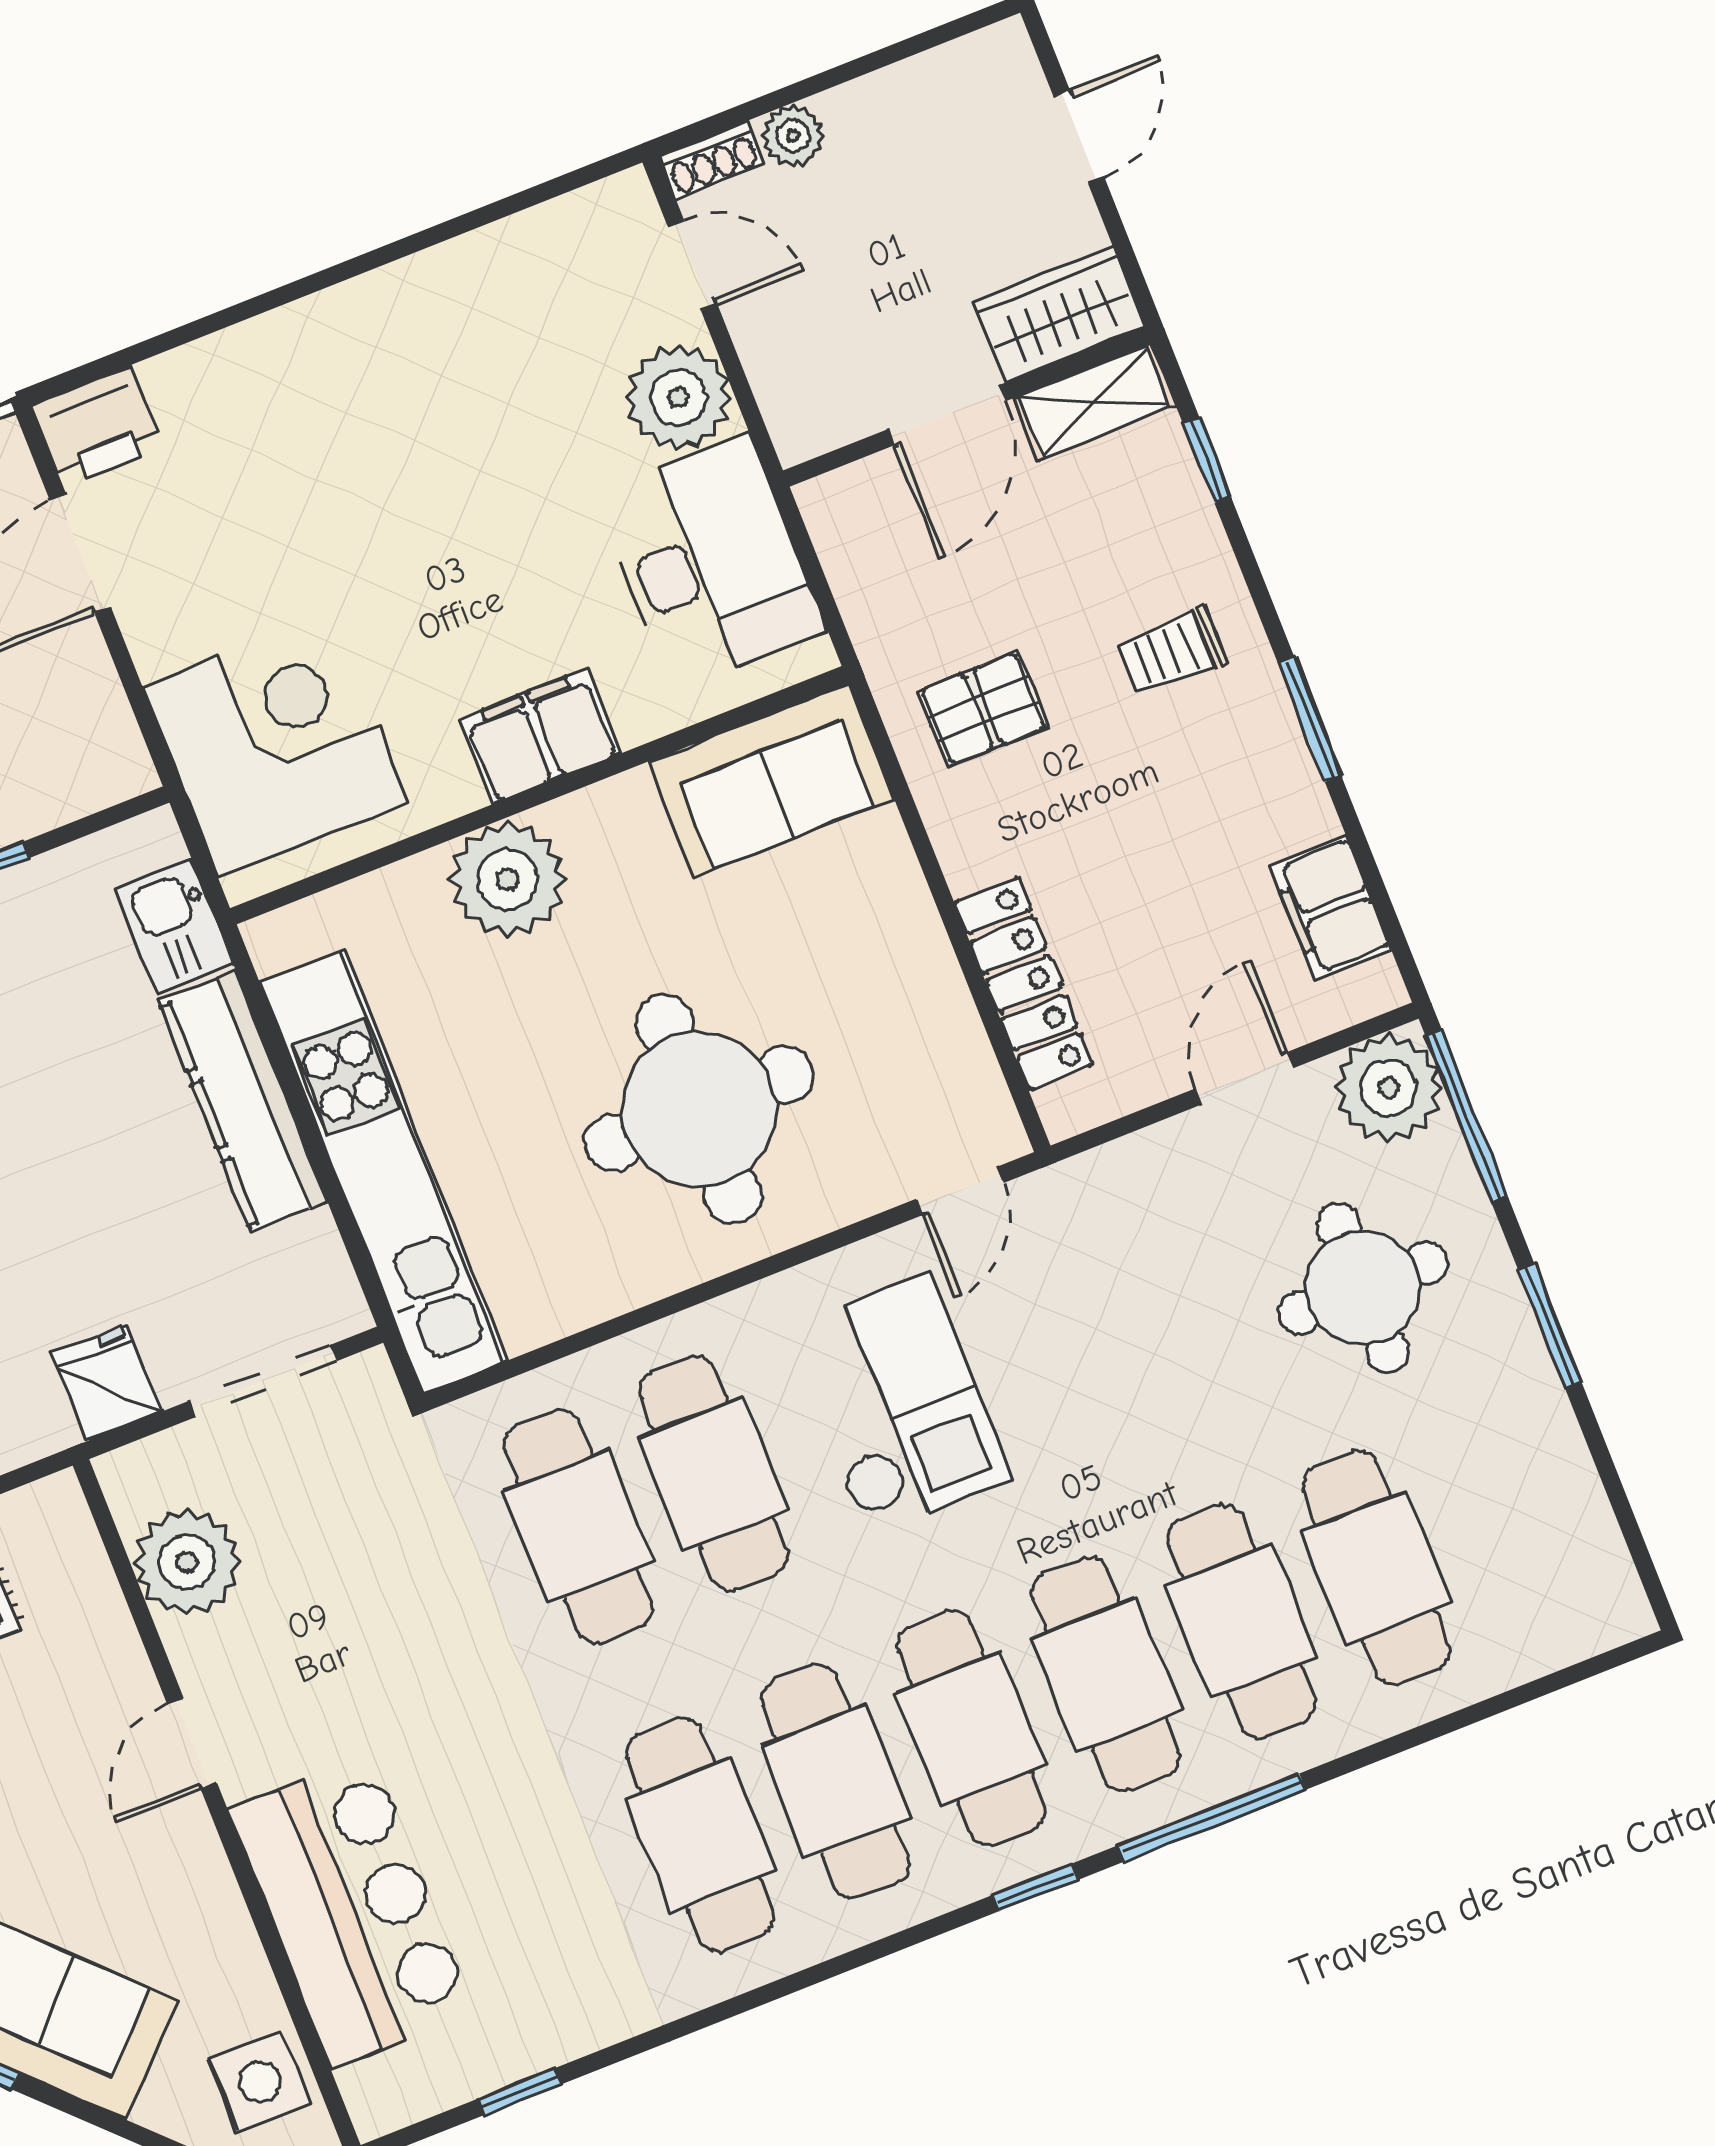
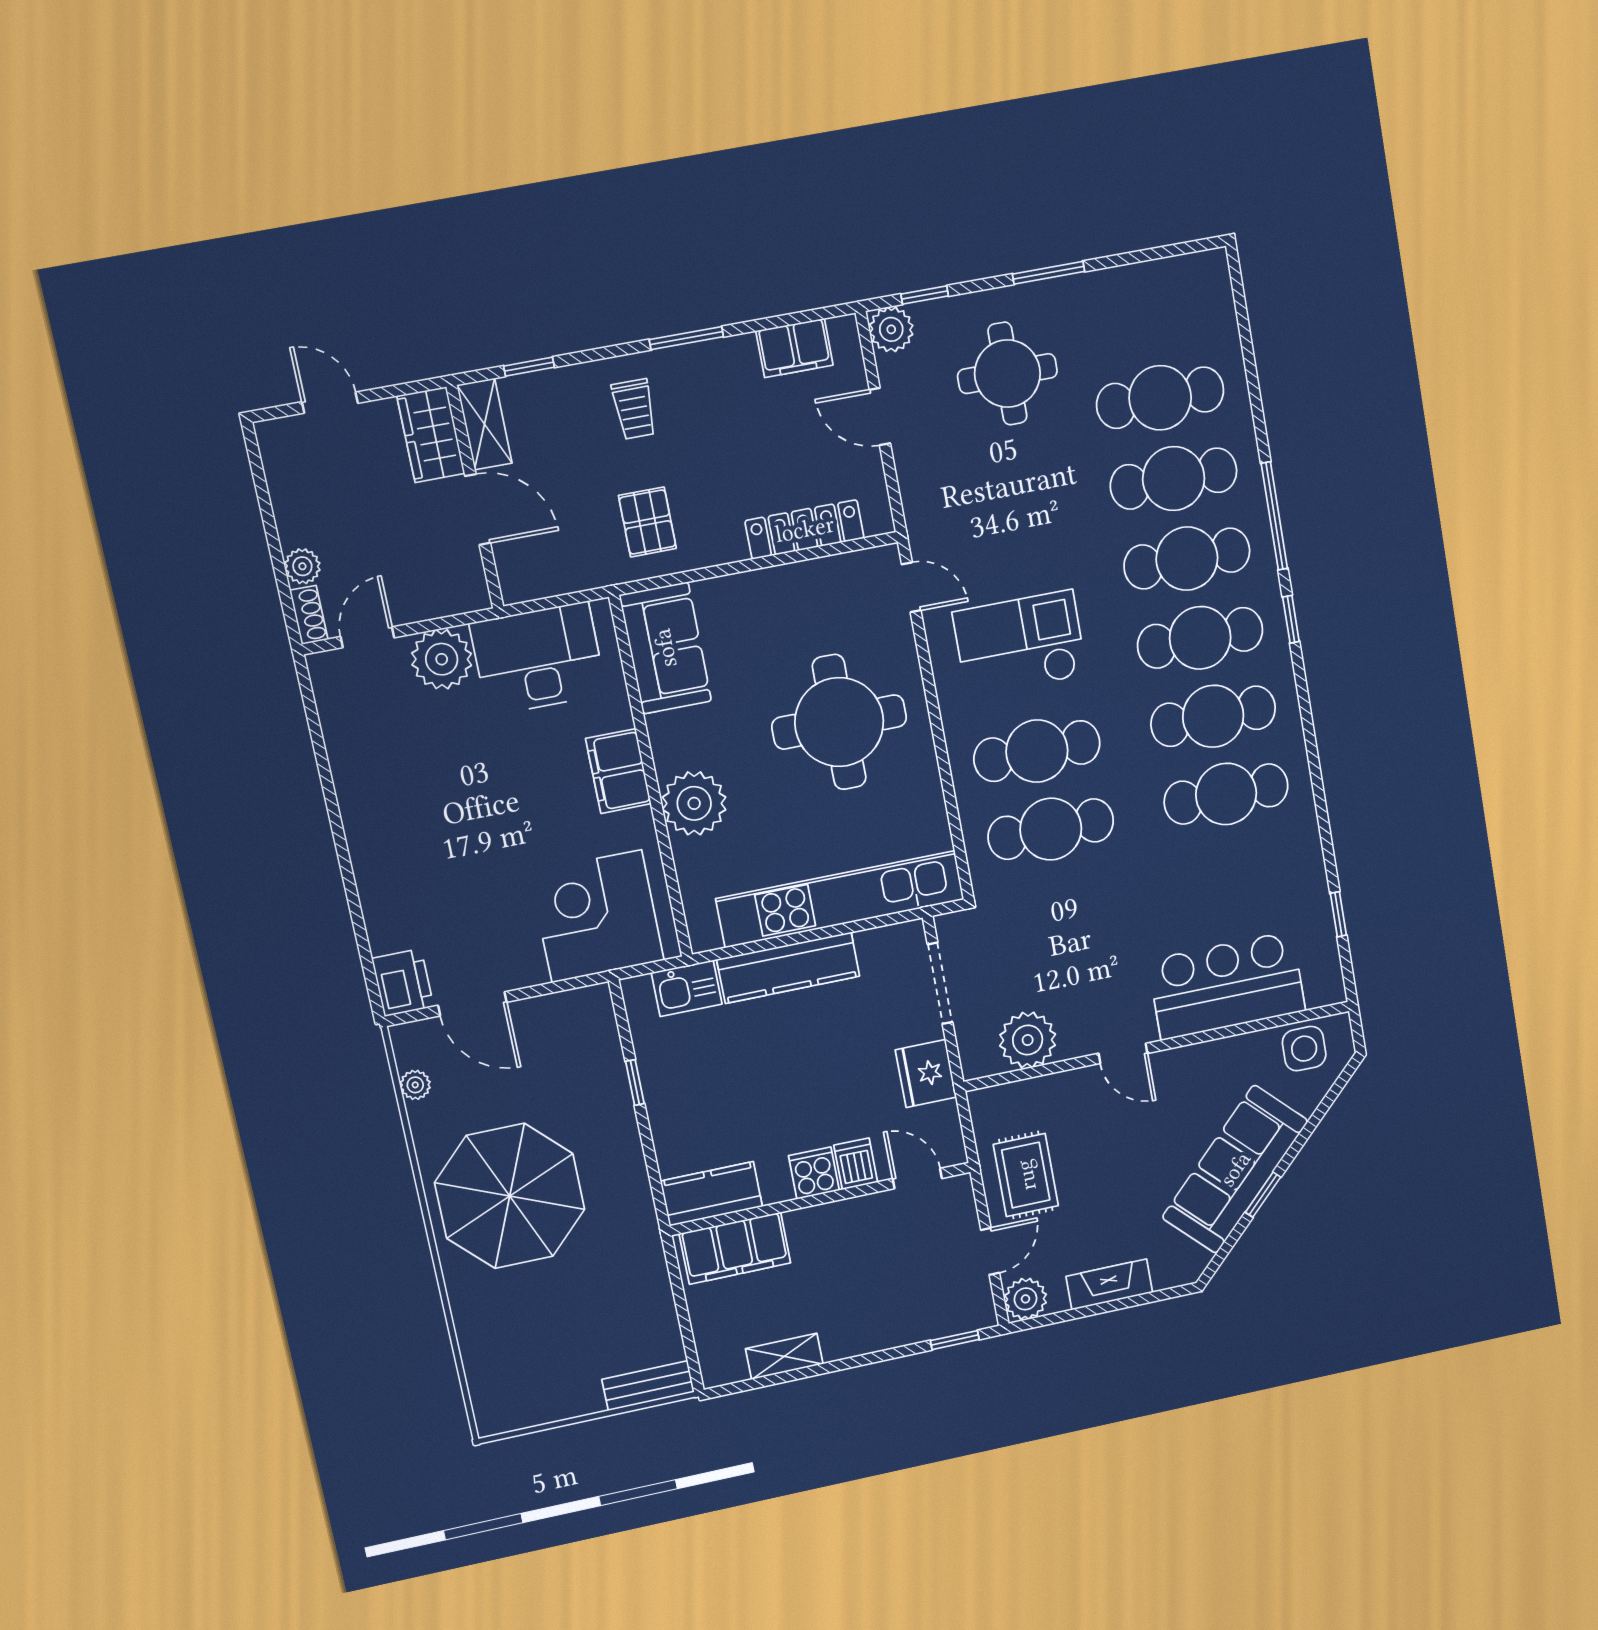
plant: (1389, 1088) -> (891, 329), width x0.73, depth x0.73
window: (1467, 1116) -> (925, 295), width x0.46
fridge: (107, 1382) -> (926, 1073), width x1.38

